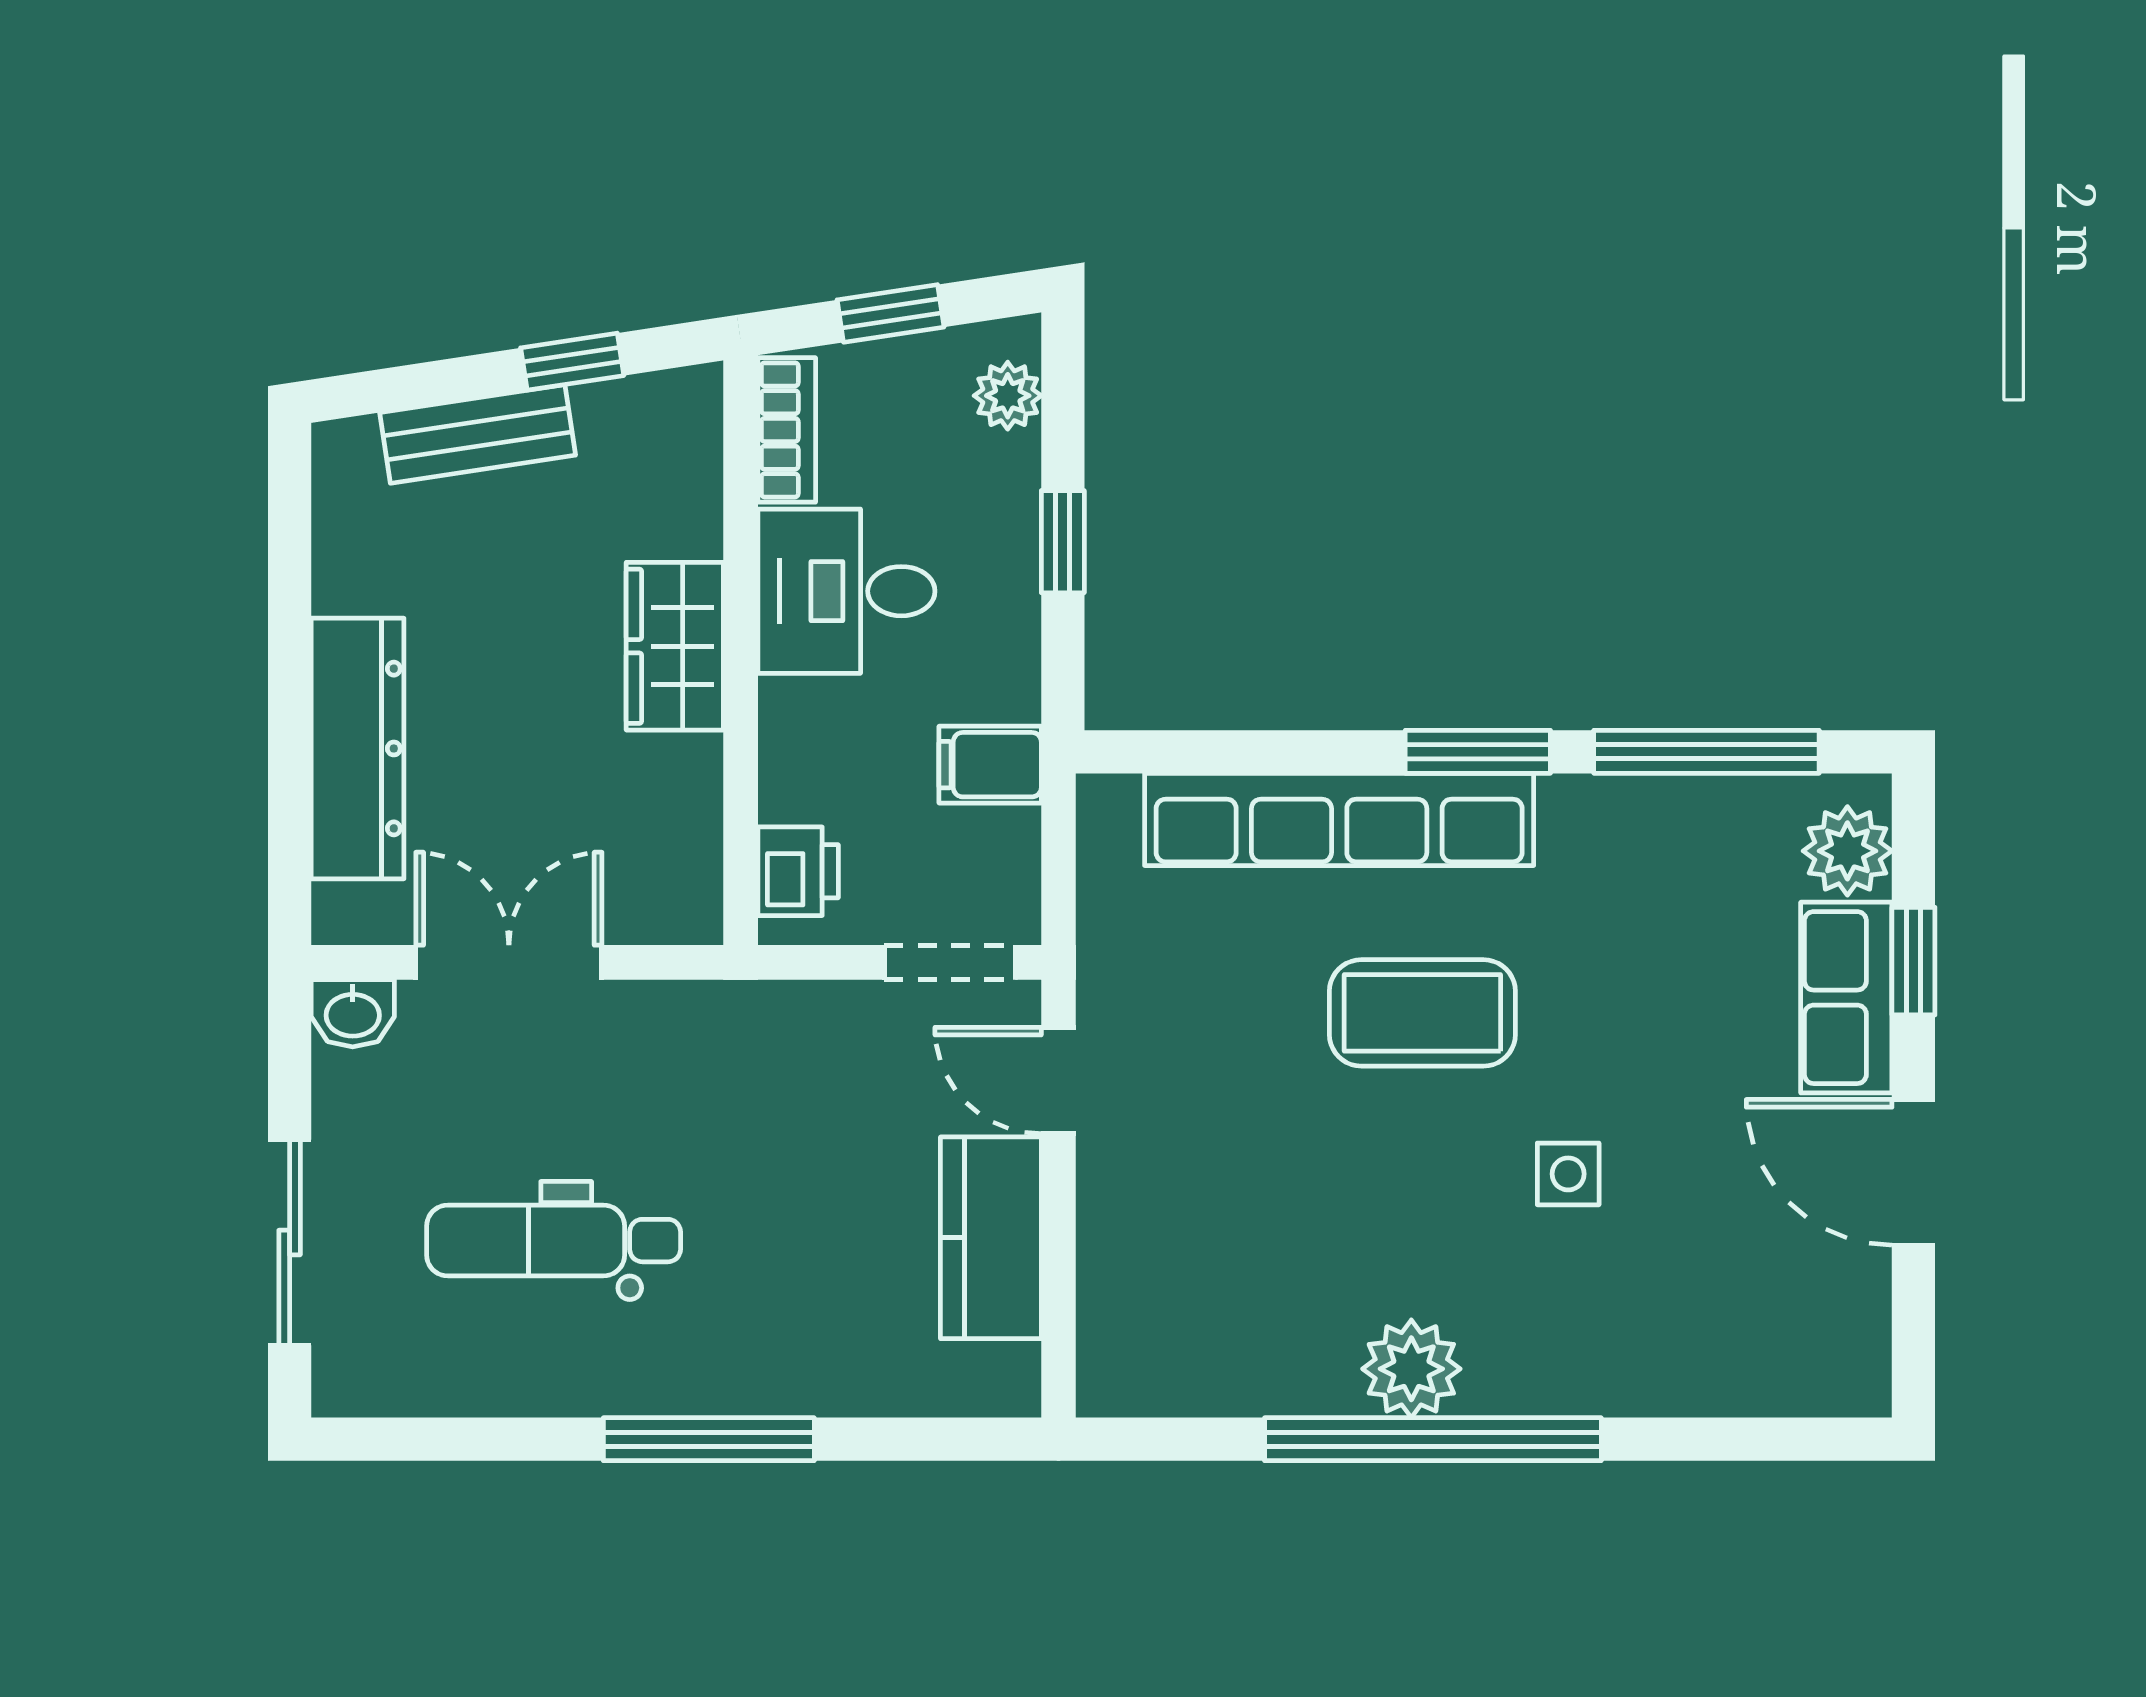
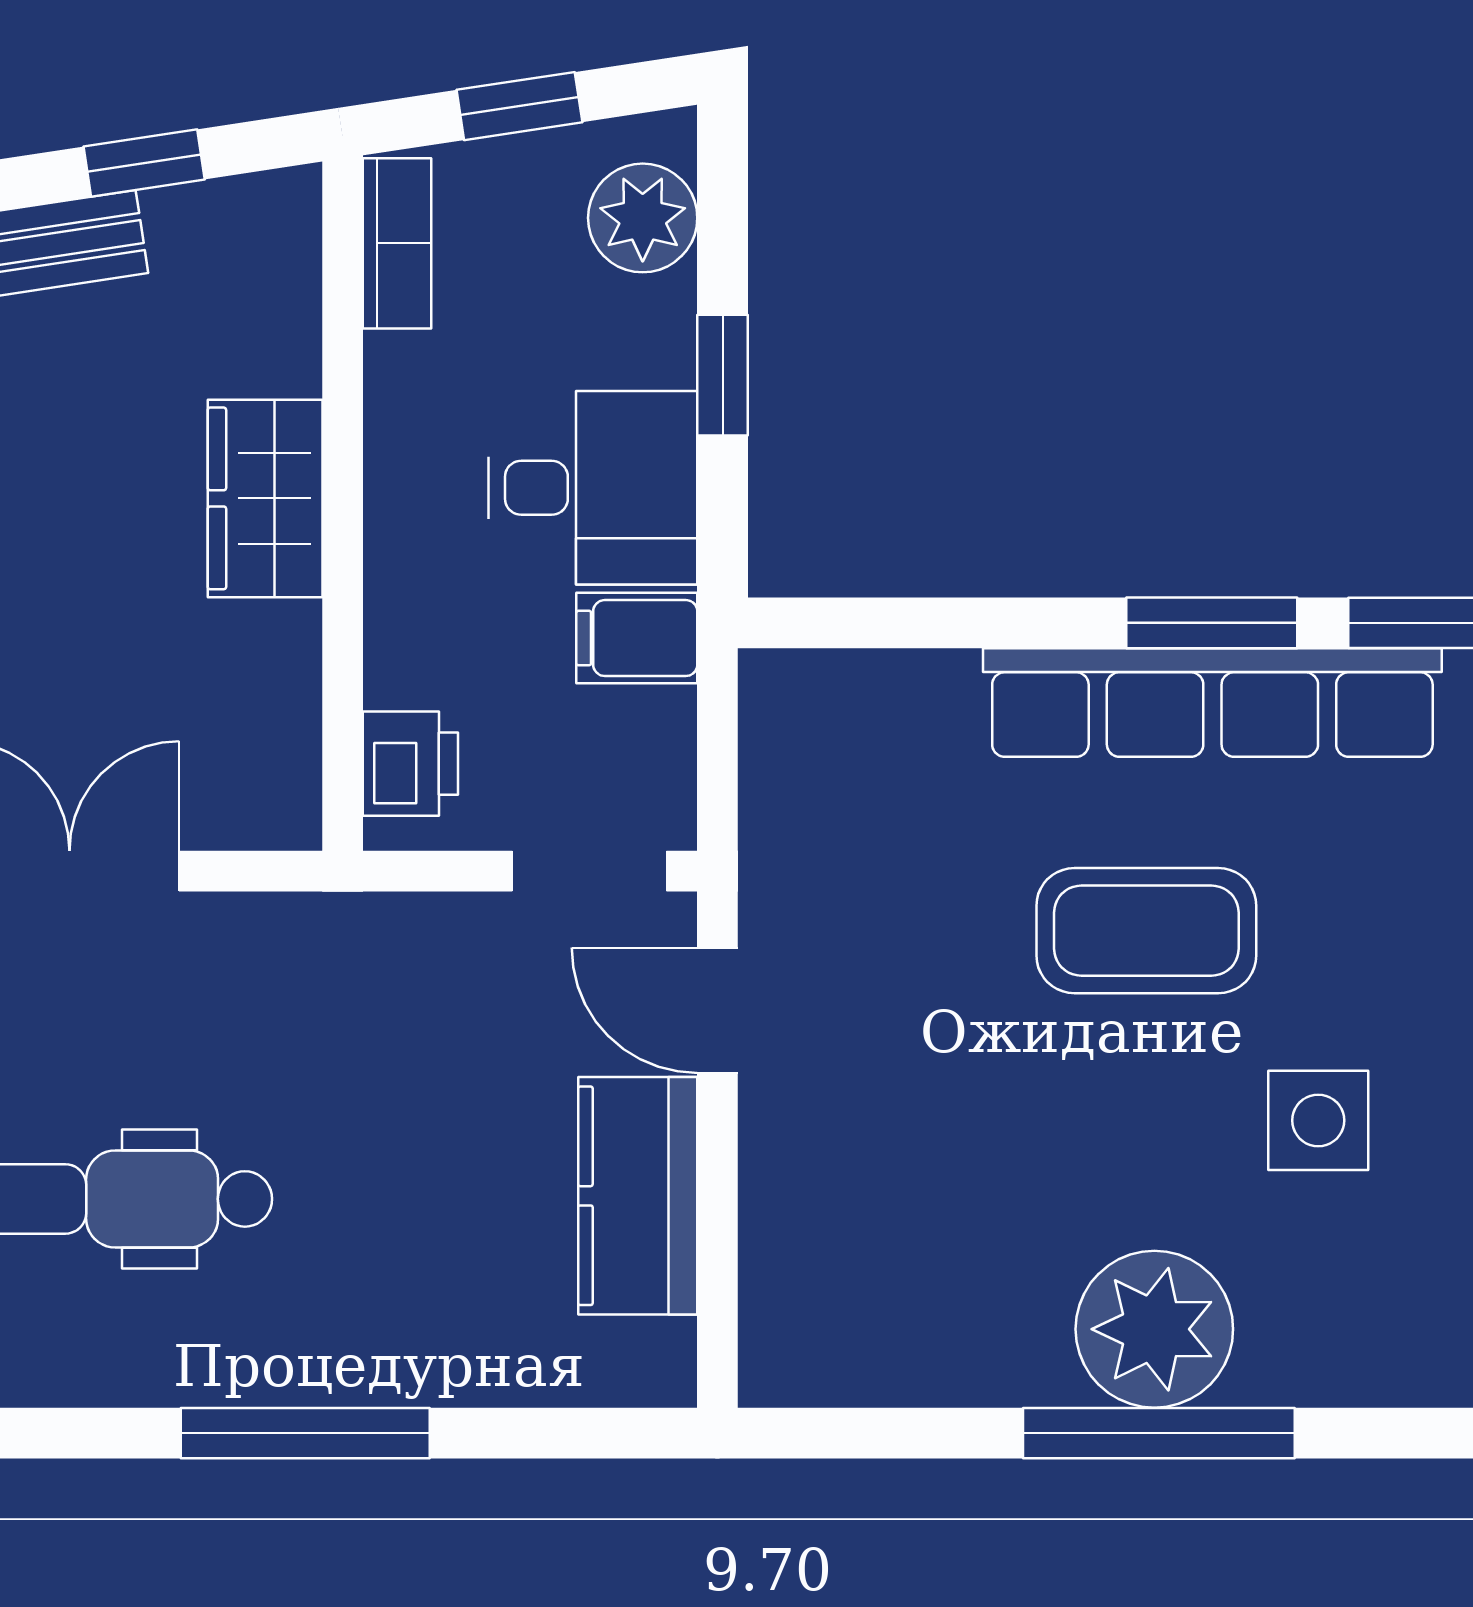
plant: (1008, 396) -> (643, 218), width x1.38, depth x1.38
desk: (846, 591) -> (593, 488), moved, turned 180
row of seats: (1339, 819) -> (1212, 703), moved
side table: (1568, 1174) -> (1318, 1120), width x1.37, depth x1.37
plant: (1411, 1369) -> (1154, 1329), width x1.36, depth x1.36
window: (1433, 1439) -> (1159, 1433), width x0.68

